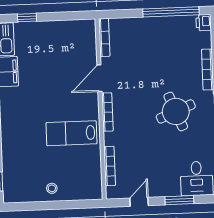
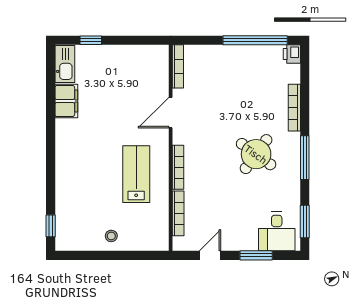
round table: (176, 111) -> (256, 154), turned -32
bookcase: (107, 112) -> (178, 167), moved
lab bench: (71, 133) -> (136, 174), turned 90

